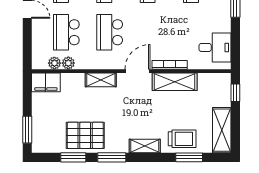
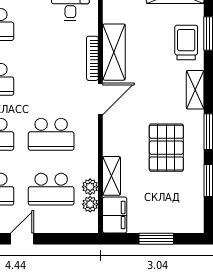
door: (137, 71) -> (100, 99), swing flipped
shelving: (101, 80) -> (111, 176), moved
window: (27, 130) -> (156, 239), moved
pallet: (85, 135) -> (166, 148), moved

